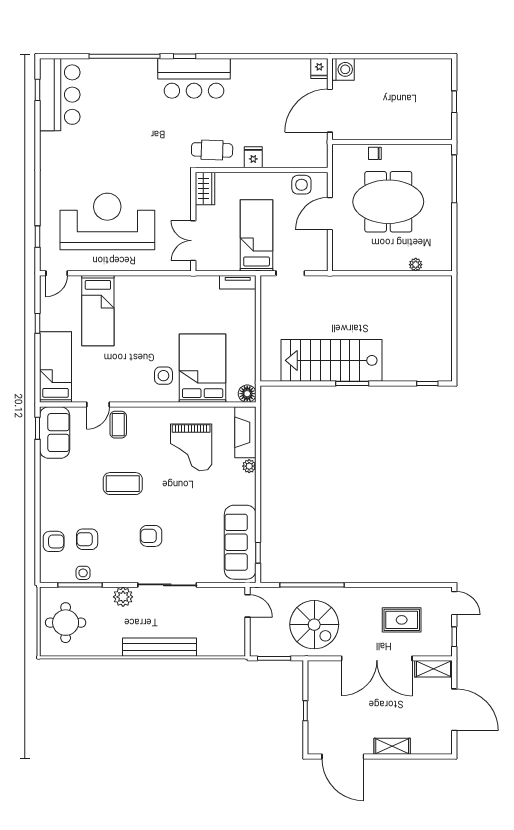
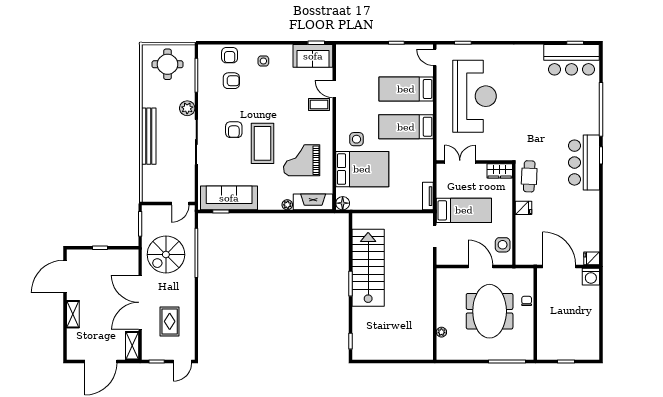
bed: (56, 367) -> (406, 127), moved, turned 180
coffee table: (123, 484) -> (262, 143), moved, width x1.36, depth x1.32
armchair: (151, 536) -> (234, 130), turned 180
armchair: (87, 539) -> (231, 81), turned 90
side table: (83, 573) -> (263, 61), moved

